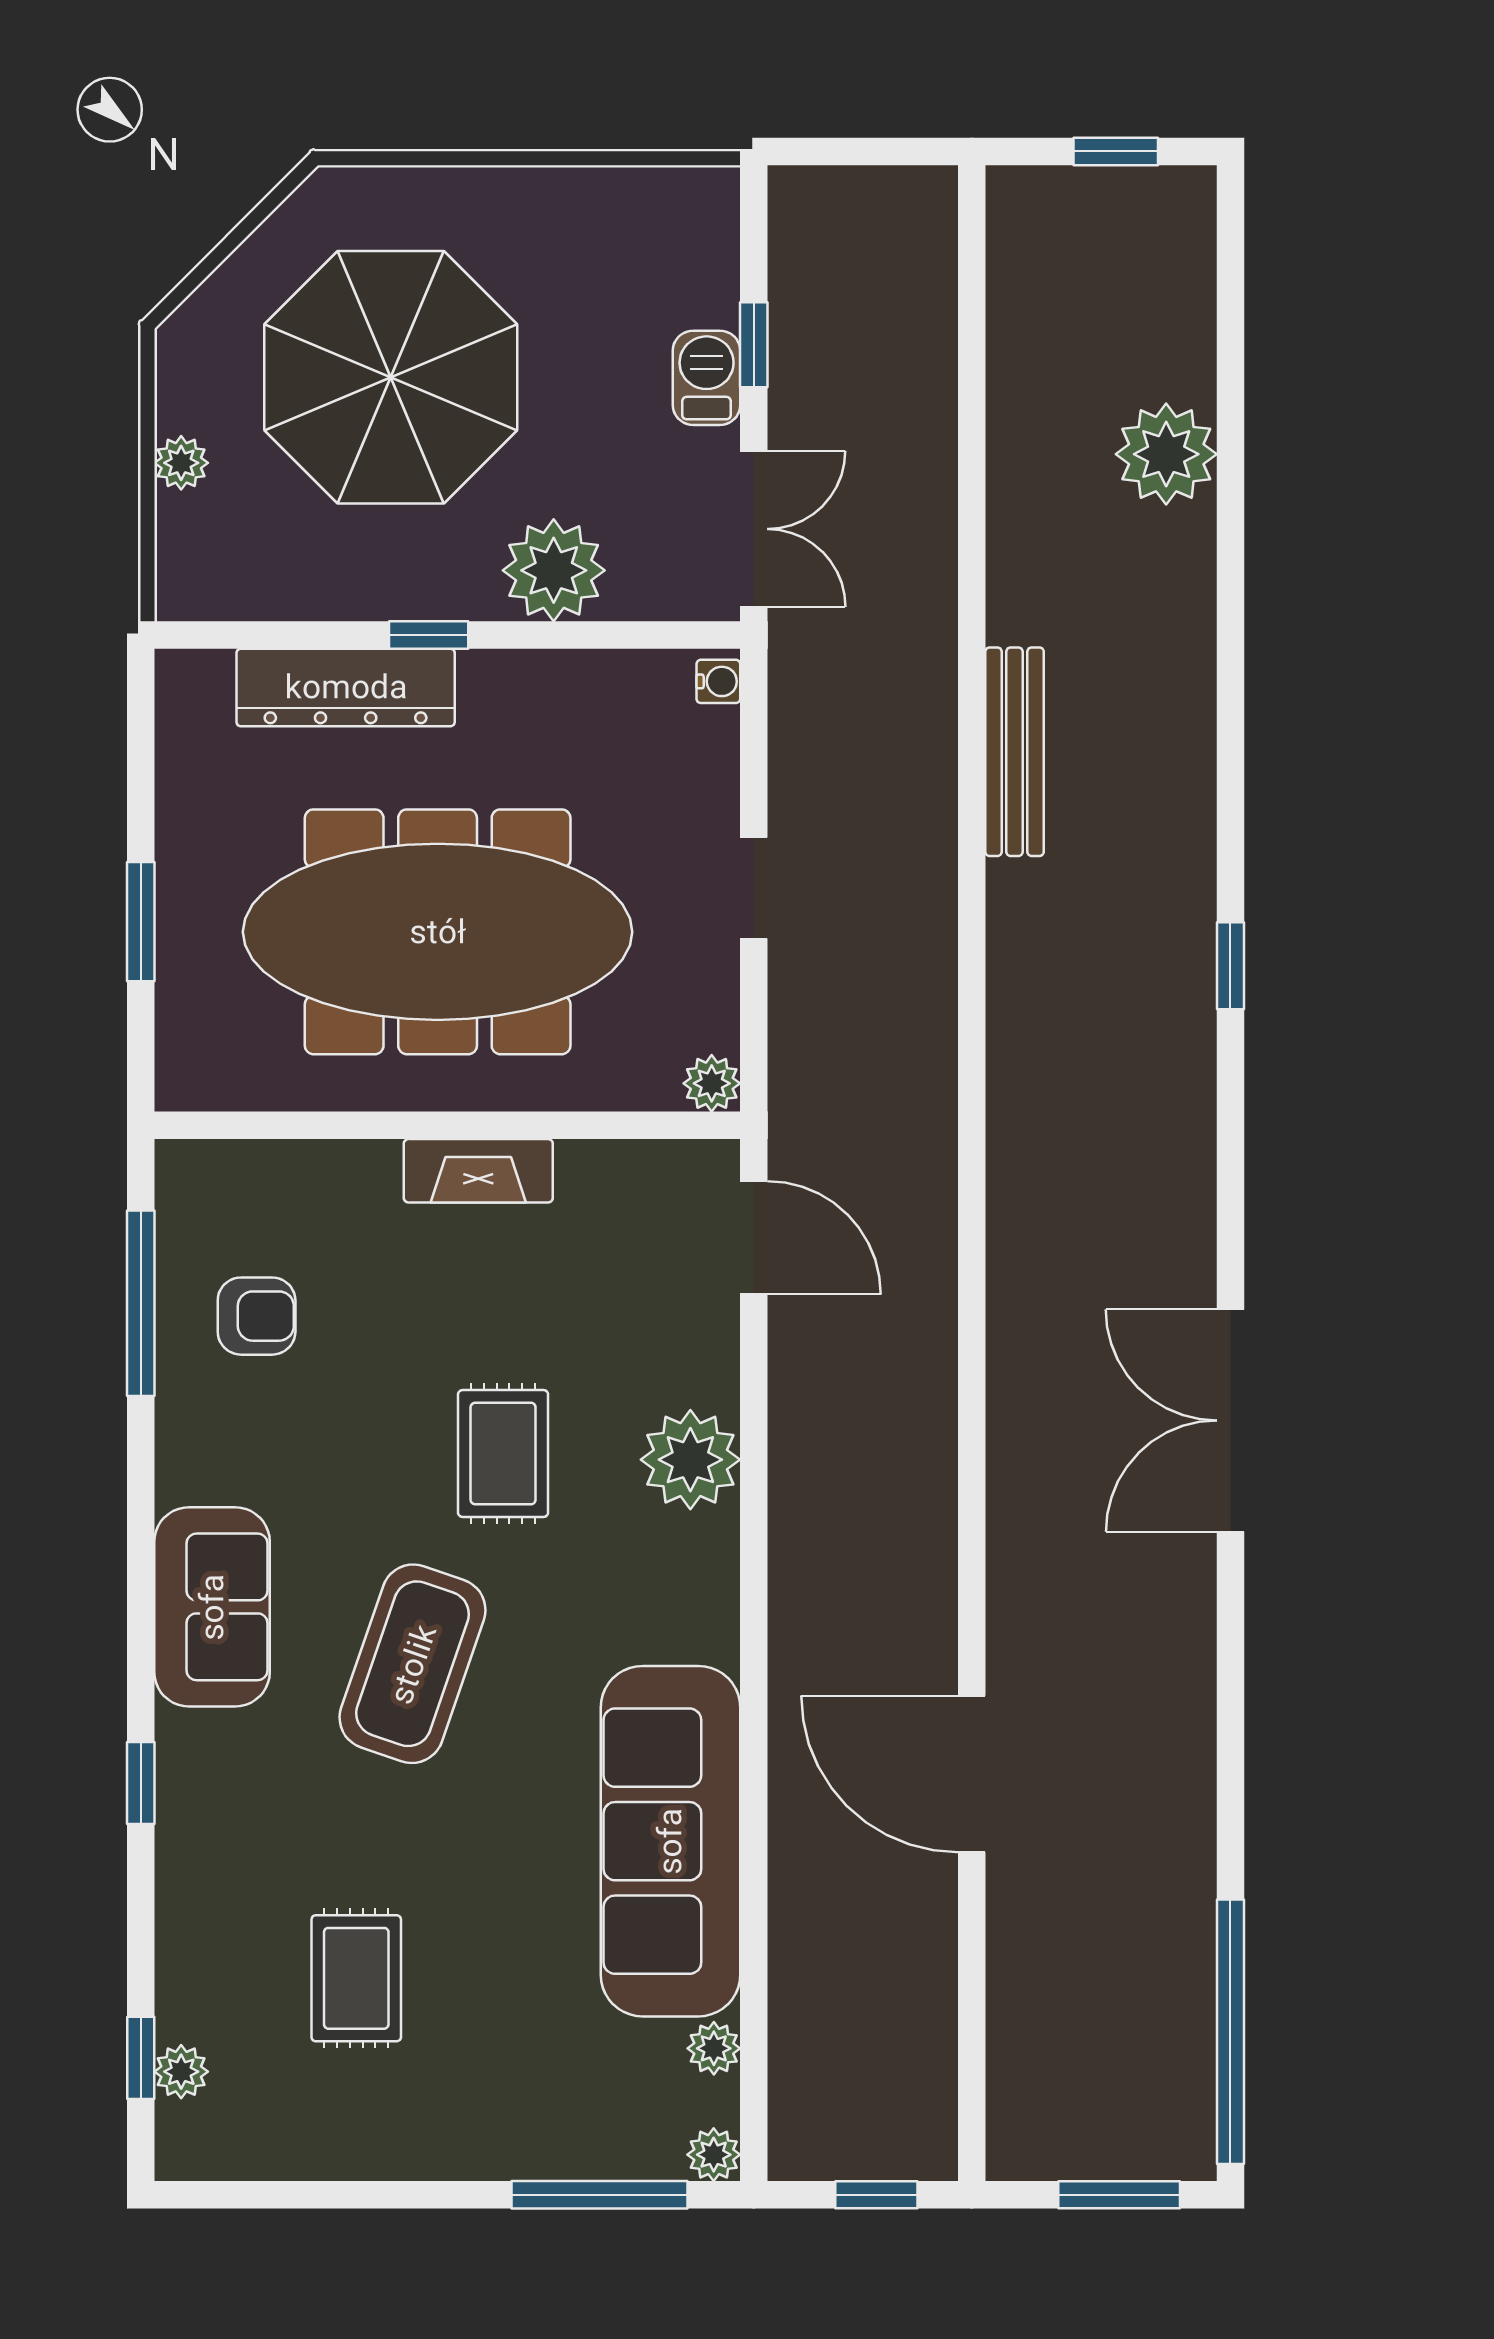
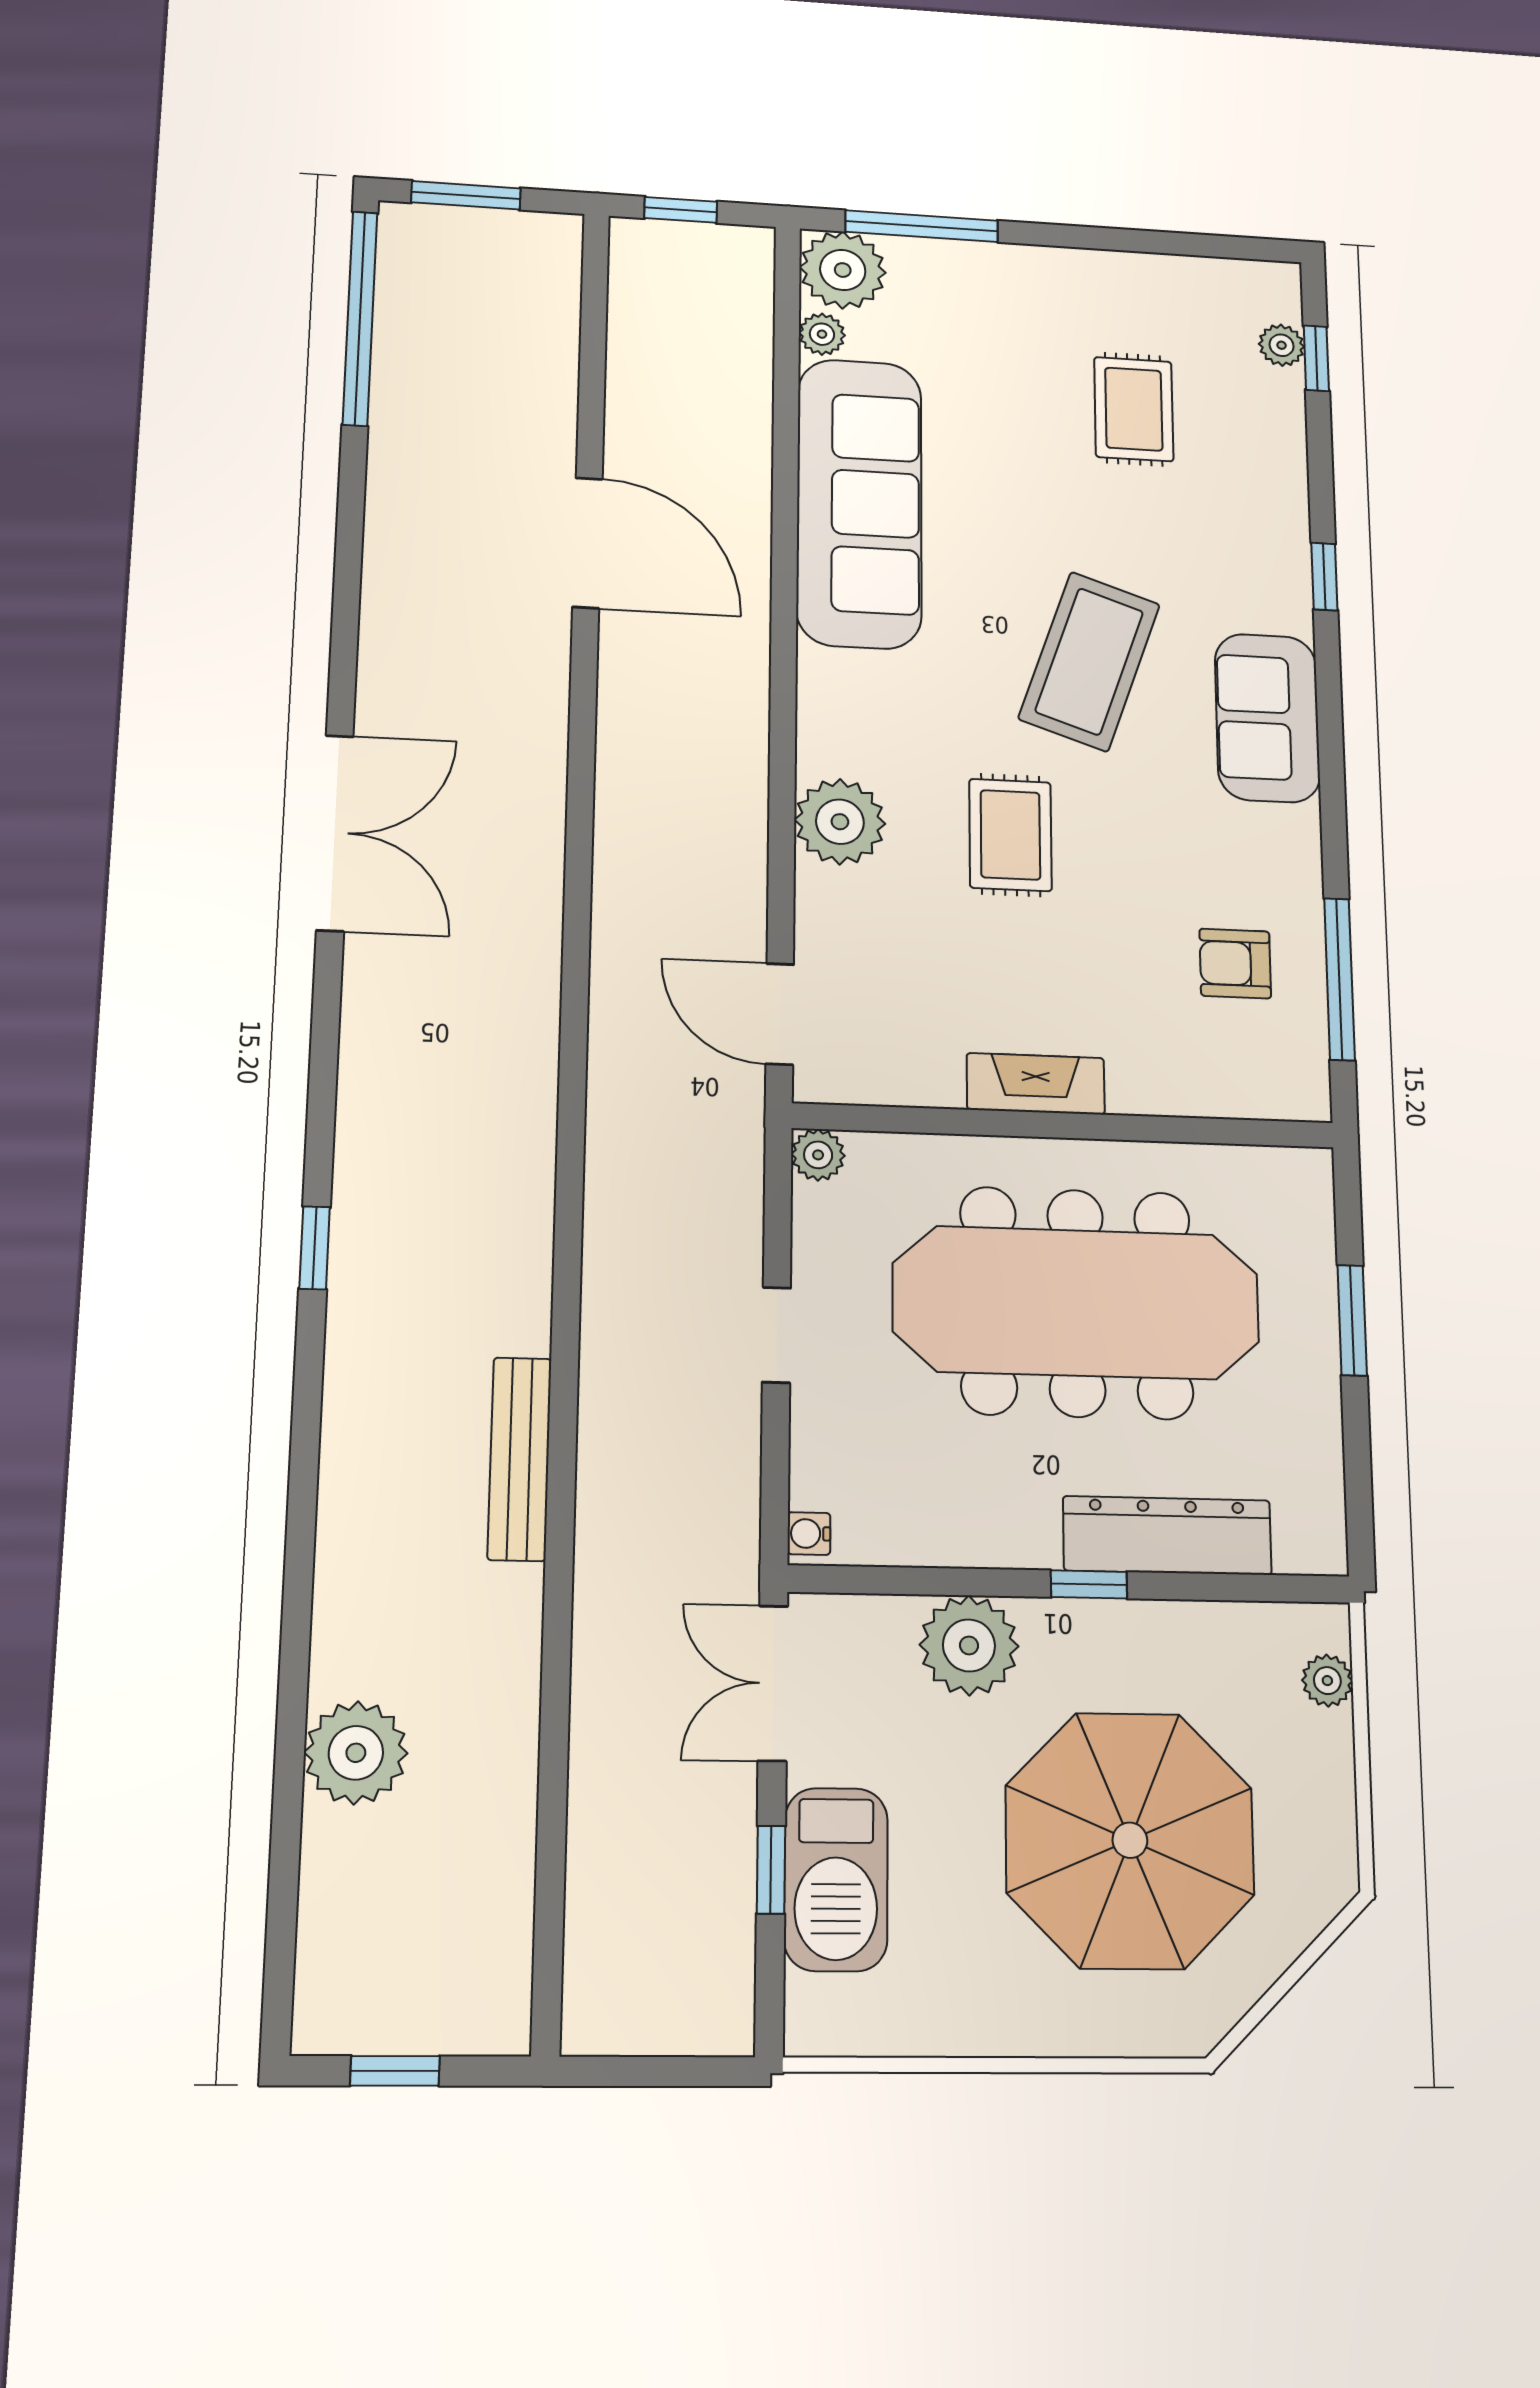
barbecue: (707, 378) -> (836, 1879), width x1.88, depth x1.53
plant: (181, 463) -> (1327, 1681), moved
plant: (714, 2155) -> (843, 270), width x1.88, depth x1.88

